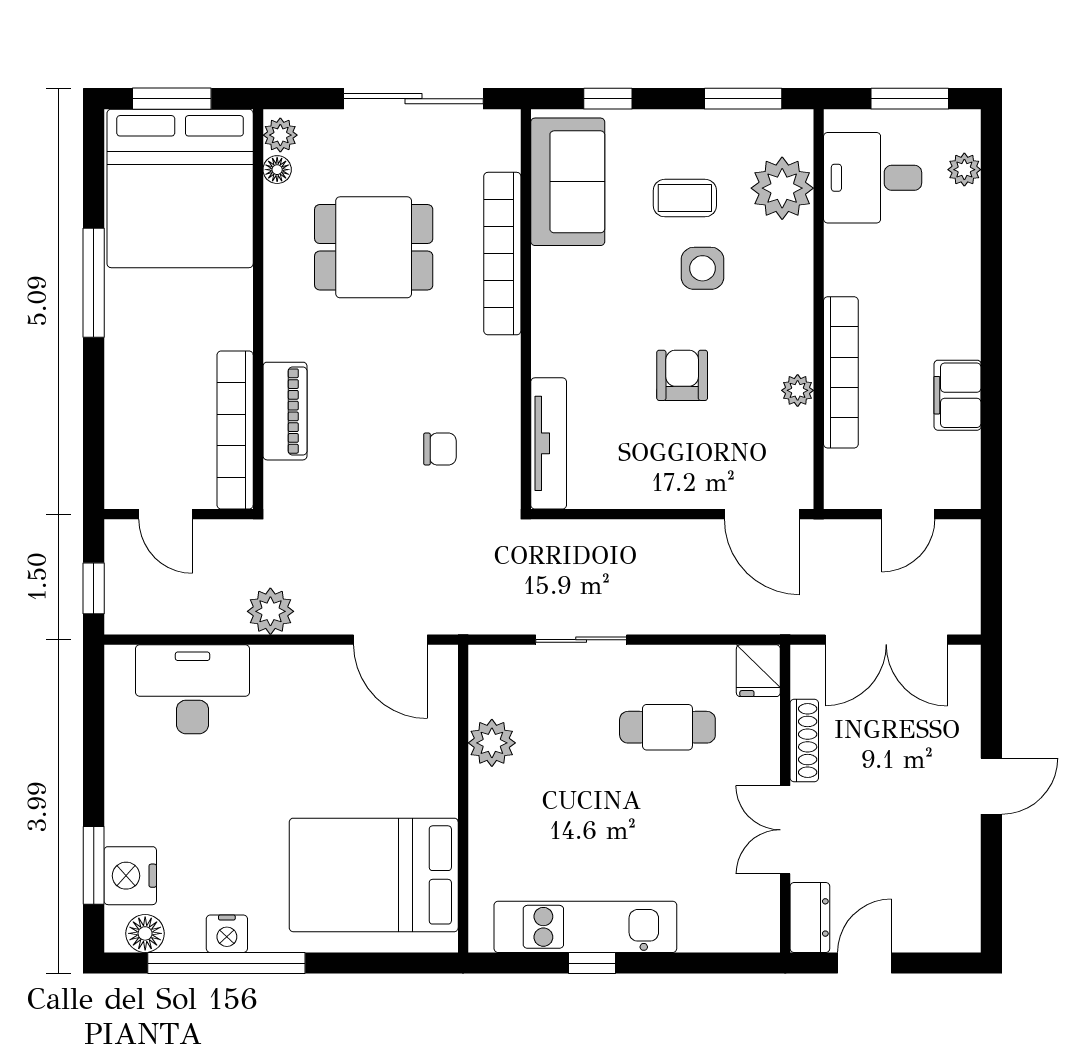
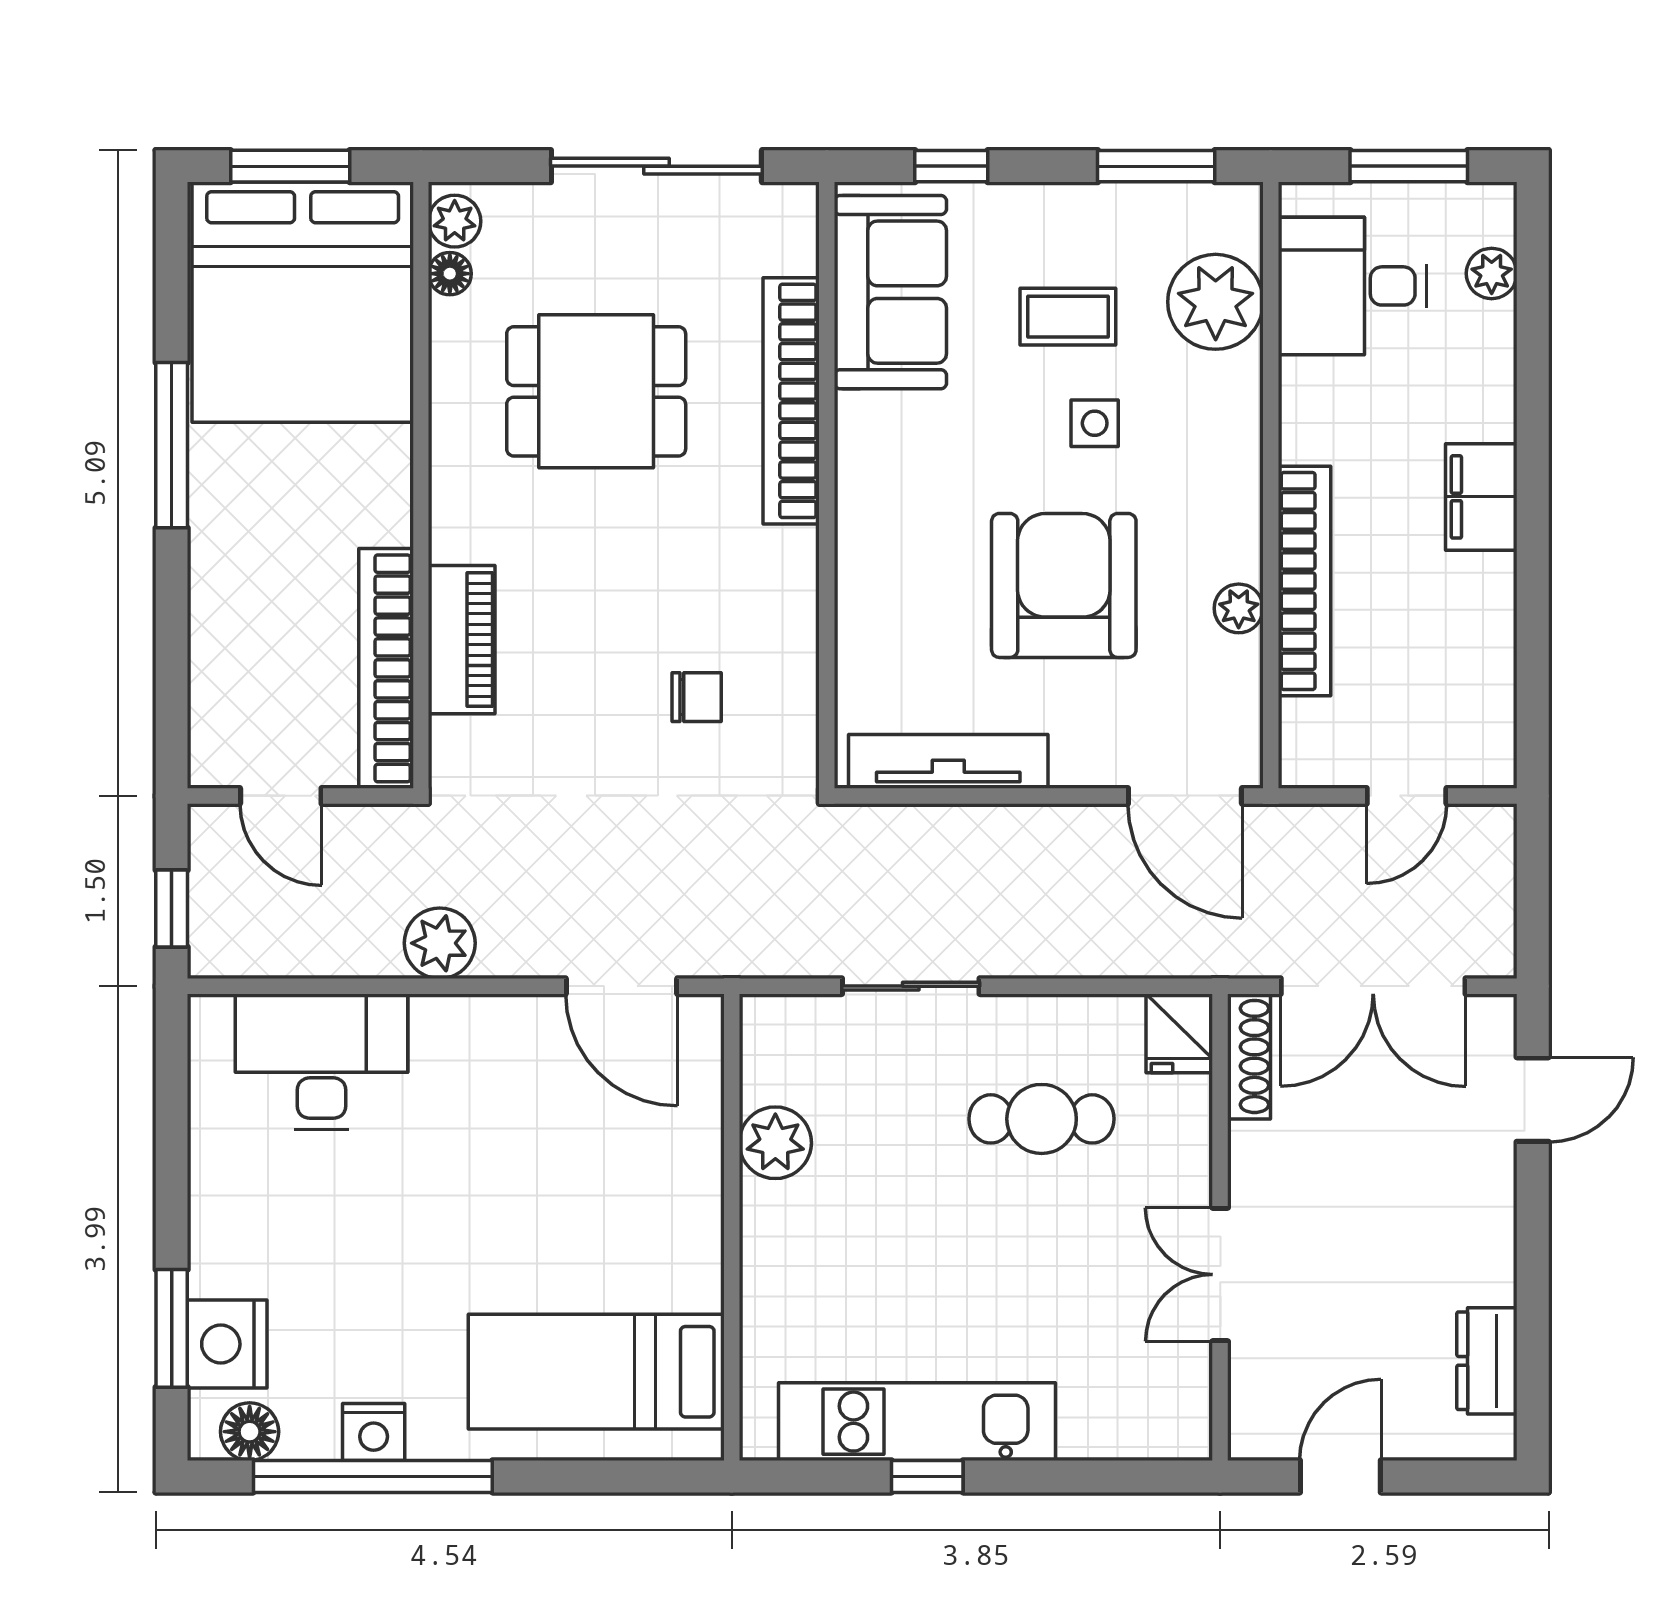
side table: (703, 268) -> (1095, 423), width x0.73, depth x0.73
armchair: (682, 375) -> (1064, 585), width x1.88, depth x1.88
filing cabinet: (958, 395) -> (1481, 497), moved
tv unit: (549, 443) -> (948, 761), moved, turned -90
shoe rack: (804, 741) -> (1249, 1056), moved
door: (991, 786) -> (1533, 1100), moved
bed: (374, 875) -> (596, 1372), width x0.67
dresser: (810, 917) -> (1487, 1361), moved, turned 180

